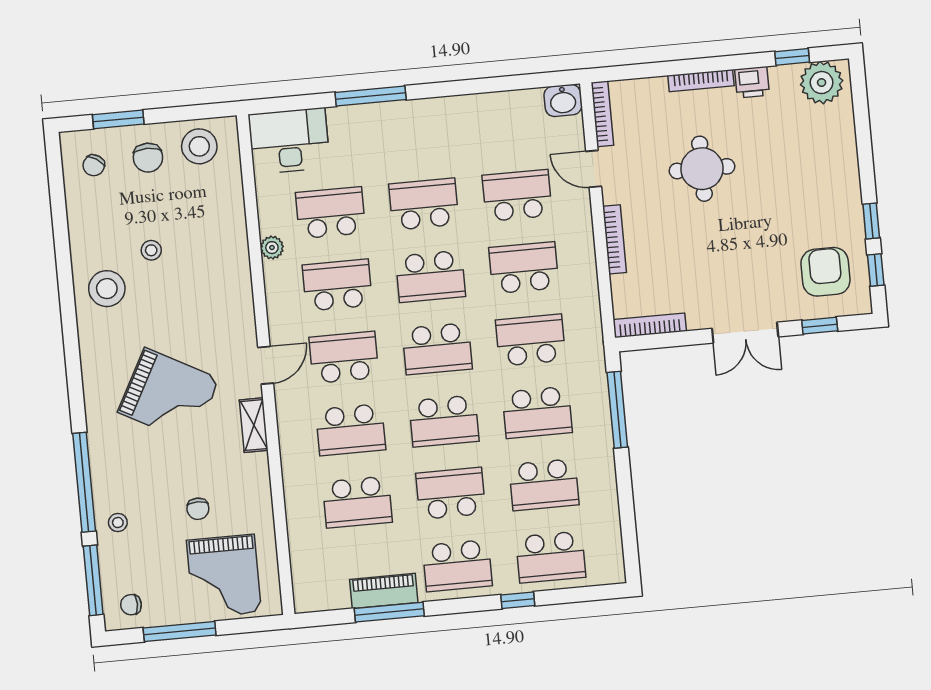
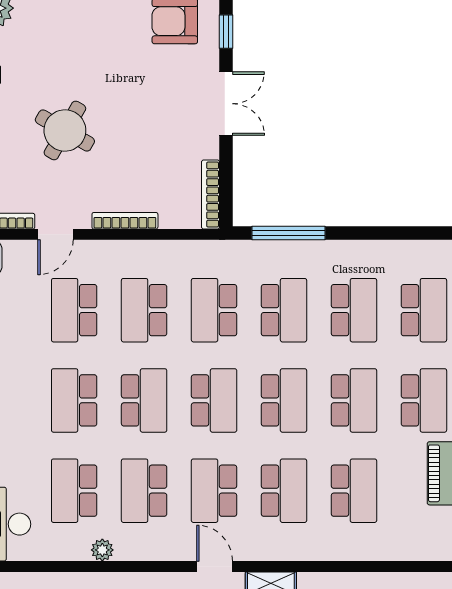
round table: (702, 169) -> (65, 131), turned 30
school desk: (451, 493) -> (354, 400), turned 180

